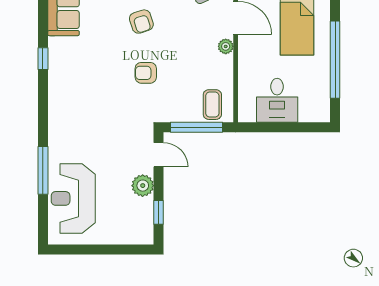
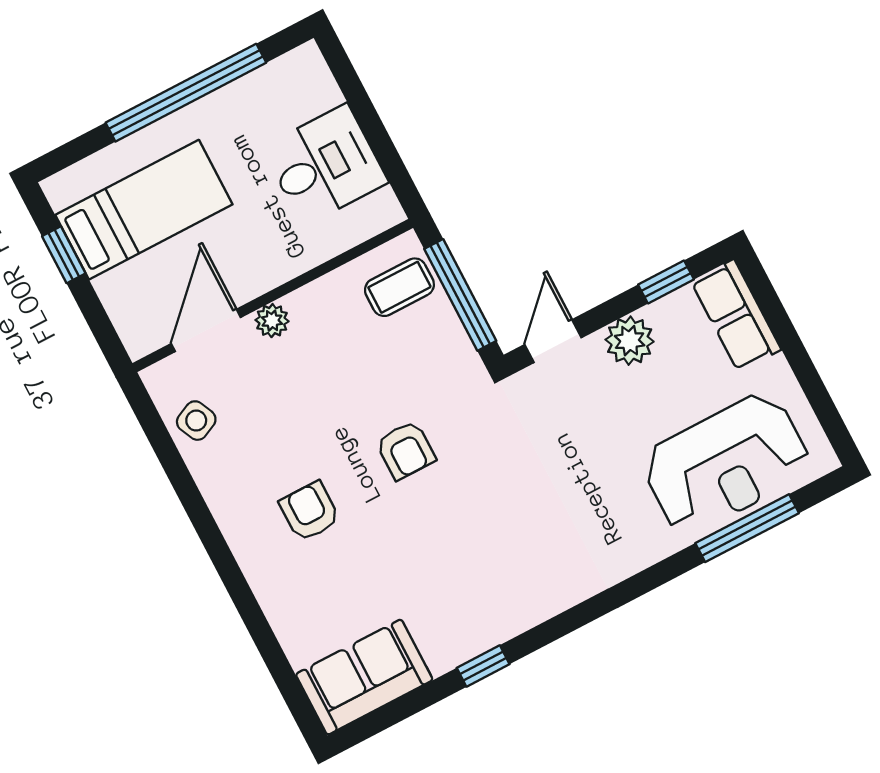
armchair: (141, 22) -> (310, 511), turned -72
window: (43, 170) -> (747, 528), moved
row of seats: (130, 234) -> (736, 316), added

